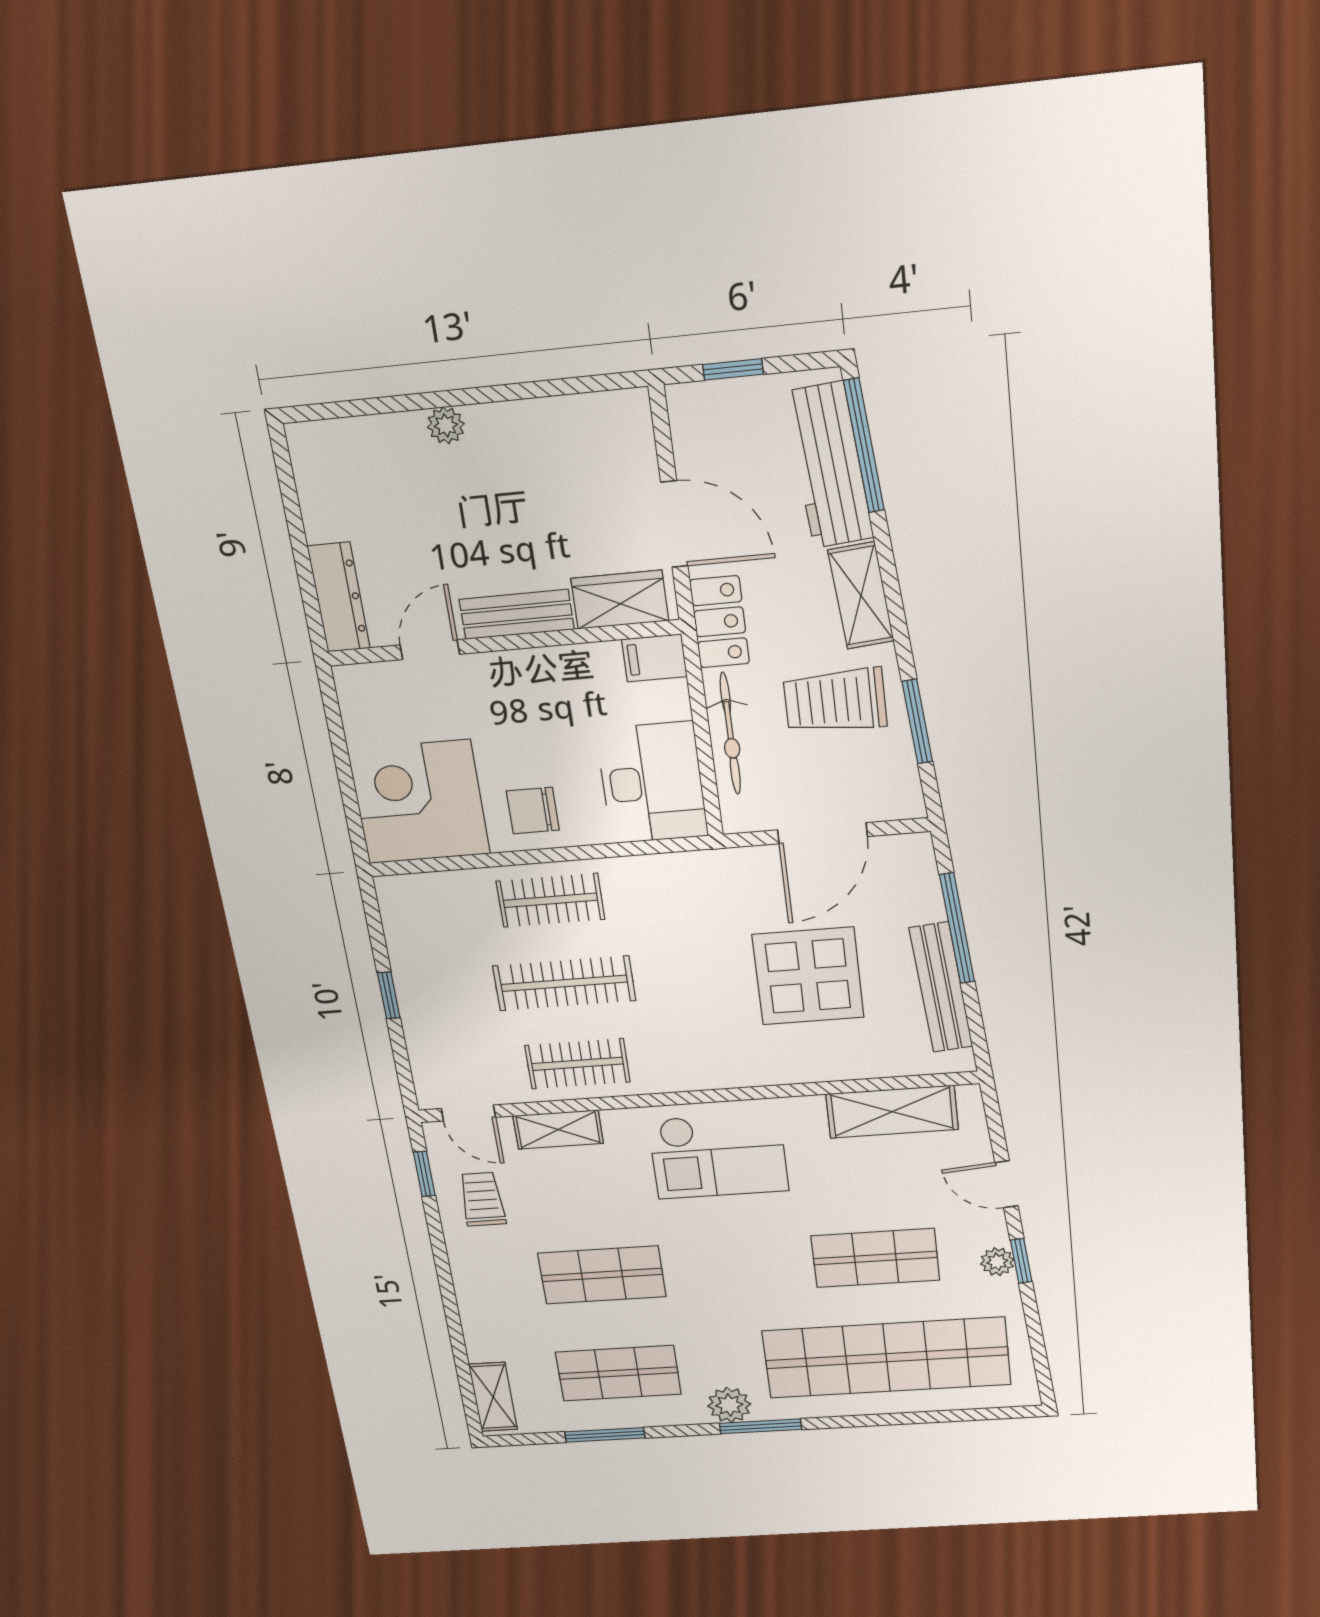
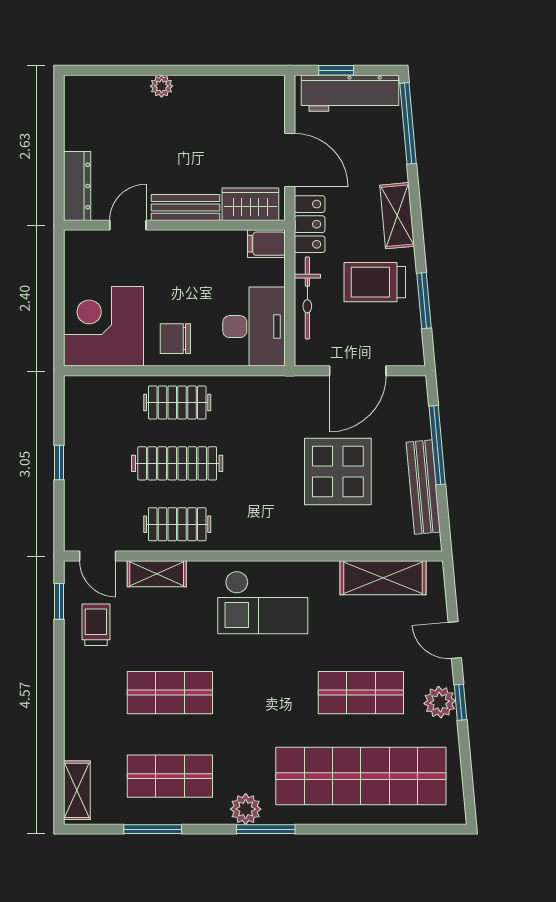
workbench: (829, 465) -> (350, 93), moved, turned -85
plant: (997, 1262) -> (440, 702), width x1.38, depth x1.38

